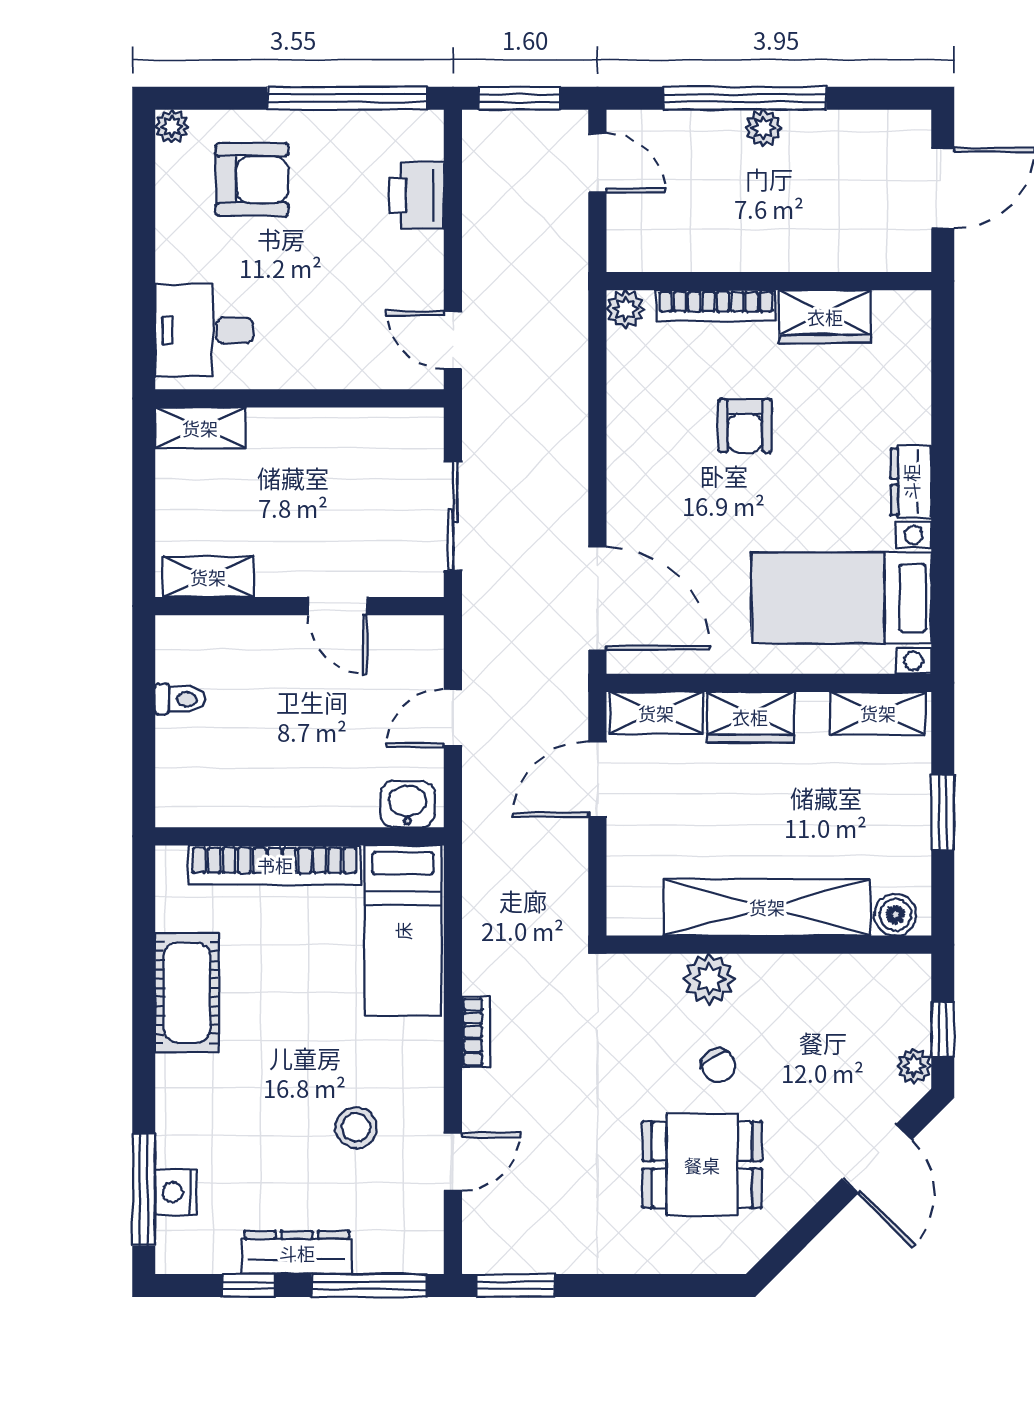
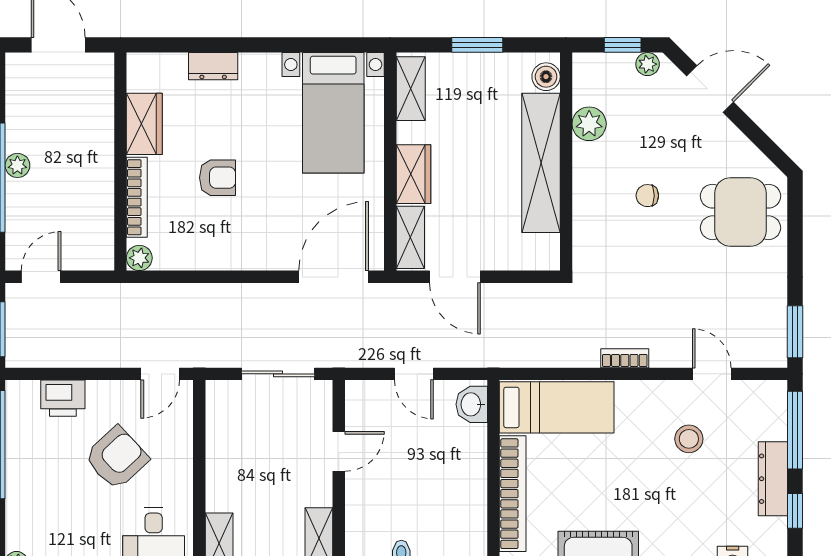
armchair: (252, 179) -> (117, 458), moved, turned 47
dresser: (911, 482) -> (213, 66), moved
plant: (709, 979) -> (589, 124), moved
chair: (718, 1066) -> (647, 196), turned -149
dining table: (702, 1165) -> (740, 212), moved, turned 90

